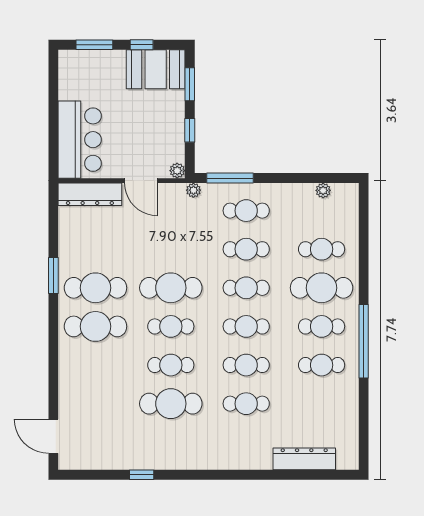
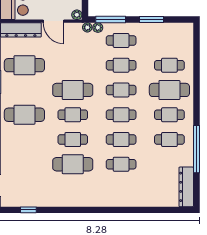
window: (293, 178) -> (151, 20), added
plant: (323, 190) -> (98, 28), moved
cafe table: (95, 288) -> (24, 65), moved
window: (364, 341) -> (196, 149), moved
dresser: (304, 459) -> (186, 187), moved, turned -90
window: (142, 475) -> (28, 210), moved

